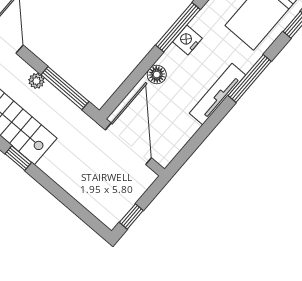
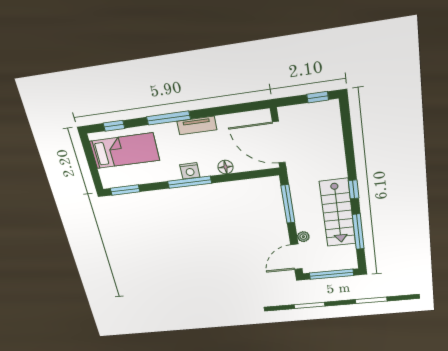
plant: (36, 81) -> (303, 237), moved
tv unit: (218, 94) -> (197, 125), width x0.71
door: (128, 144) -> (279, 142), hinge flipped

